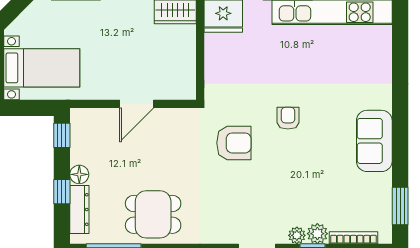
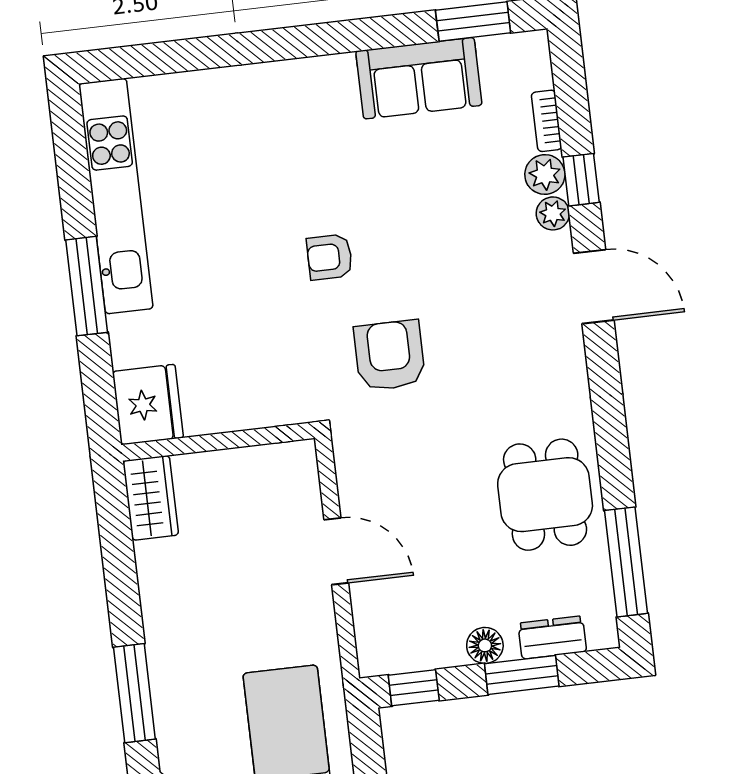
sofa: (374, 141) -> (419, 78), moved
window: (62, 192) -> (522, 675), width x1.50
dresser: (79, 210) -> (552, 637), width x0.70
bookcase: (353, 238) -> (547, 121), width x0.64

